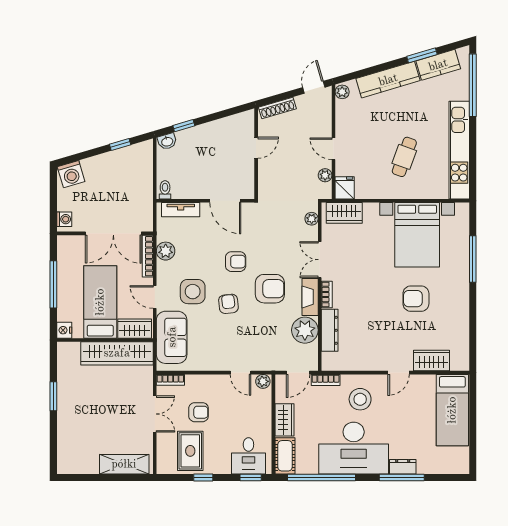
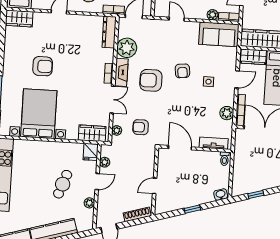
plant: (342, 92) -> (89, 203), moved
window: (184, 126) -> (192, 209), moved
door: (333, 149) -> (97, 182), hinge flipped
cafe table: (404, 157) -> (63, 184), moved
armchair: (236, 262) -> (141, 127), moved
side table: (193, 292) -> (209, 82), width x0.54, depth x0.54
door: (155, 297) -> (237, 79), hinge flipped
dresser: (330, 330) -> (109, 32), moved
sofa: (172, 337) -> (219, 34), moved, turned -90
wardrobe: (432, 360) -> (19, 19), moved
plant: (263, 381) -> (212, 15), moved

